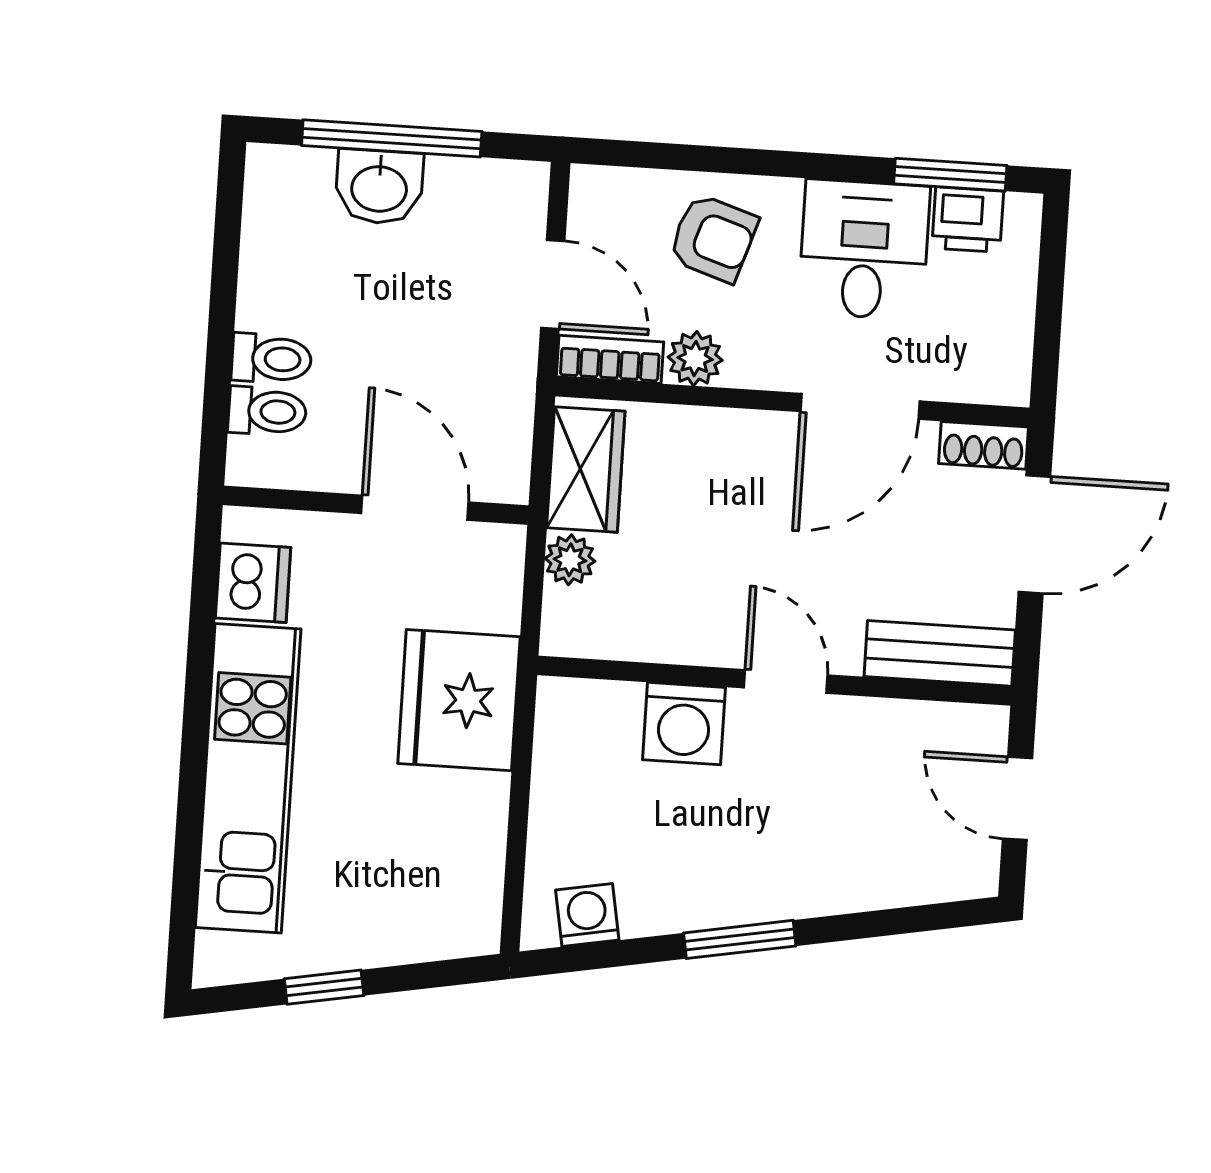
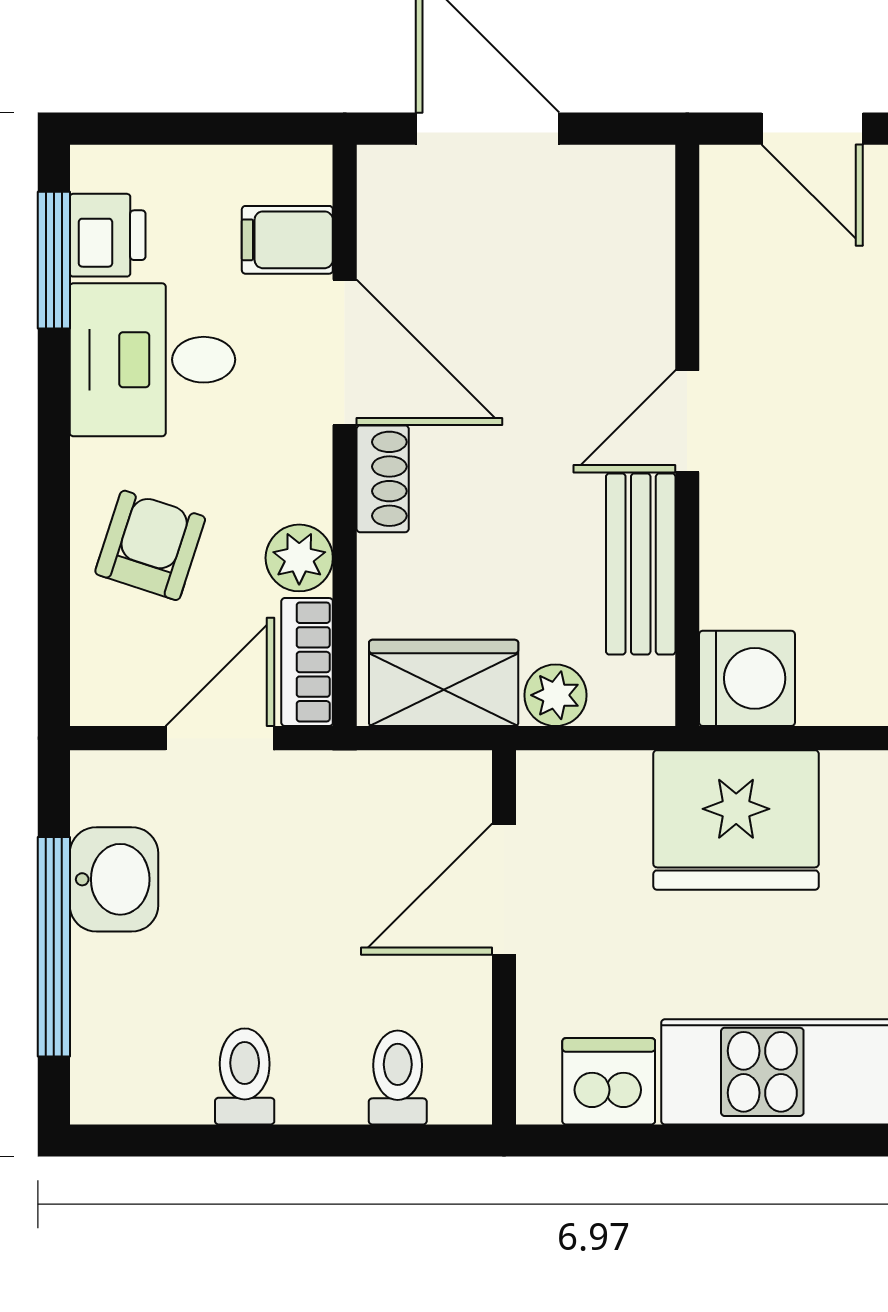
washbasin: (379, 187) -> (114, 879), moved
toilet: (272, 359) -> (245, 1076), moved
filing cabinet: (955, 366) -> (287, 240), added
shoe rack: (984, 445) -> (383, 479), moved
bench: (940, 653) -> (641, 564), moved
washing machine: (684, 724) -> (747, 678), moved
door: (1017, 798) -> (812, 129), hinge flipped

